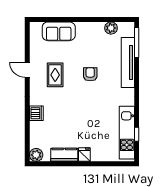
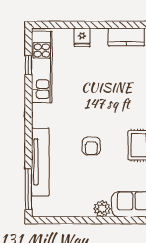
plant: (111, 28) -> (102, 209), moved
fridge: (84, 155) -> (82, 37), moved

